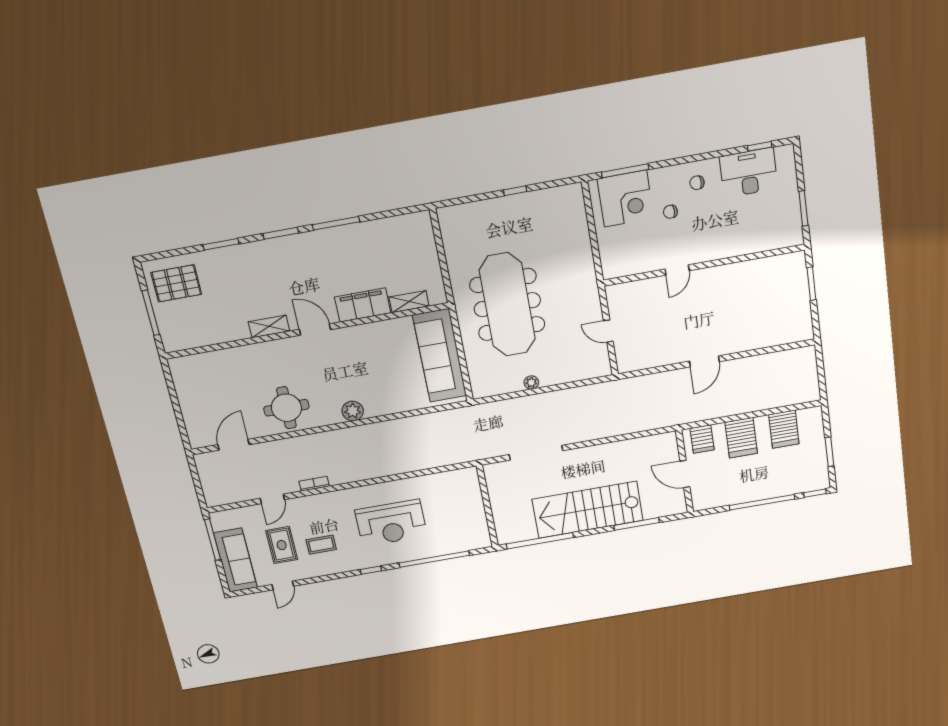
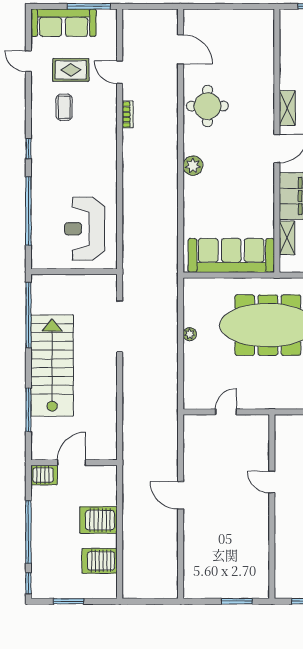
server rack: (702, 439) -> (44, 475), moved, turned 180
reception desk: (391, 523) -> (85, 229), moved

